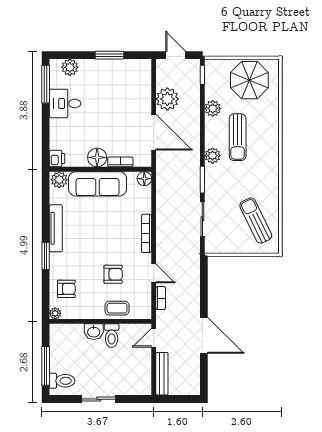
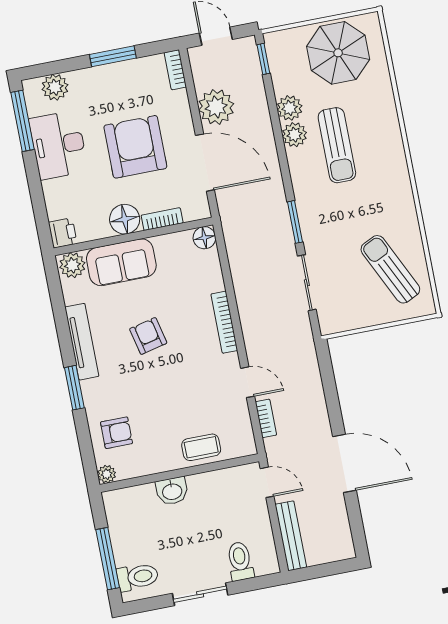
bookcase: (147, 71) -> (175, 70), added
desk: (65, 104) -> (59, 145), width x1.37
armchair: (112, 114) -> (135, 147), added
plant: (213, 156) -> (294, 135), moved
sofa: (98, 184) -> (121, 262), width x0.73
armchair: (113, 274) -> (148, 336), moved, turned -103
toilet: (112, 336) -> (240, 561), moved, turned 180
door: (154, 338) -> (267, 482), swing flipped

